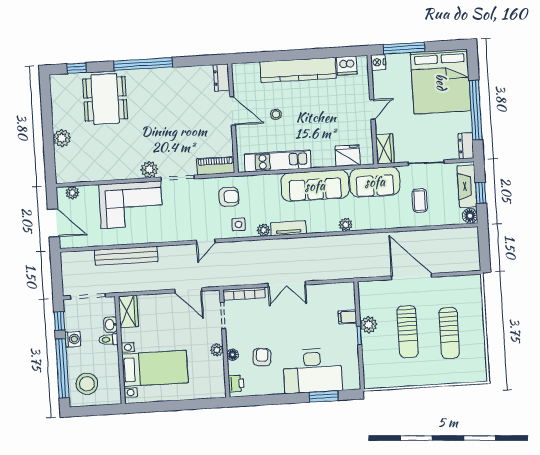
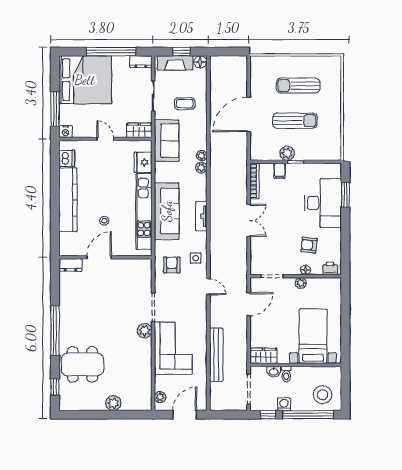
kitchen unit: (278, 161) -> (144, 212), width x1.36
piano: (216, 166) -> (145, 274), removed
sofa: (315, 186) -> (167, 211), moved
plant: (264, 230) -> (202, 156), moved
bookcase: (244, 294) -> (255, 181), moved
sun lounger: (449, 333) -> (298, 86), turned 180

